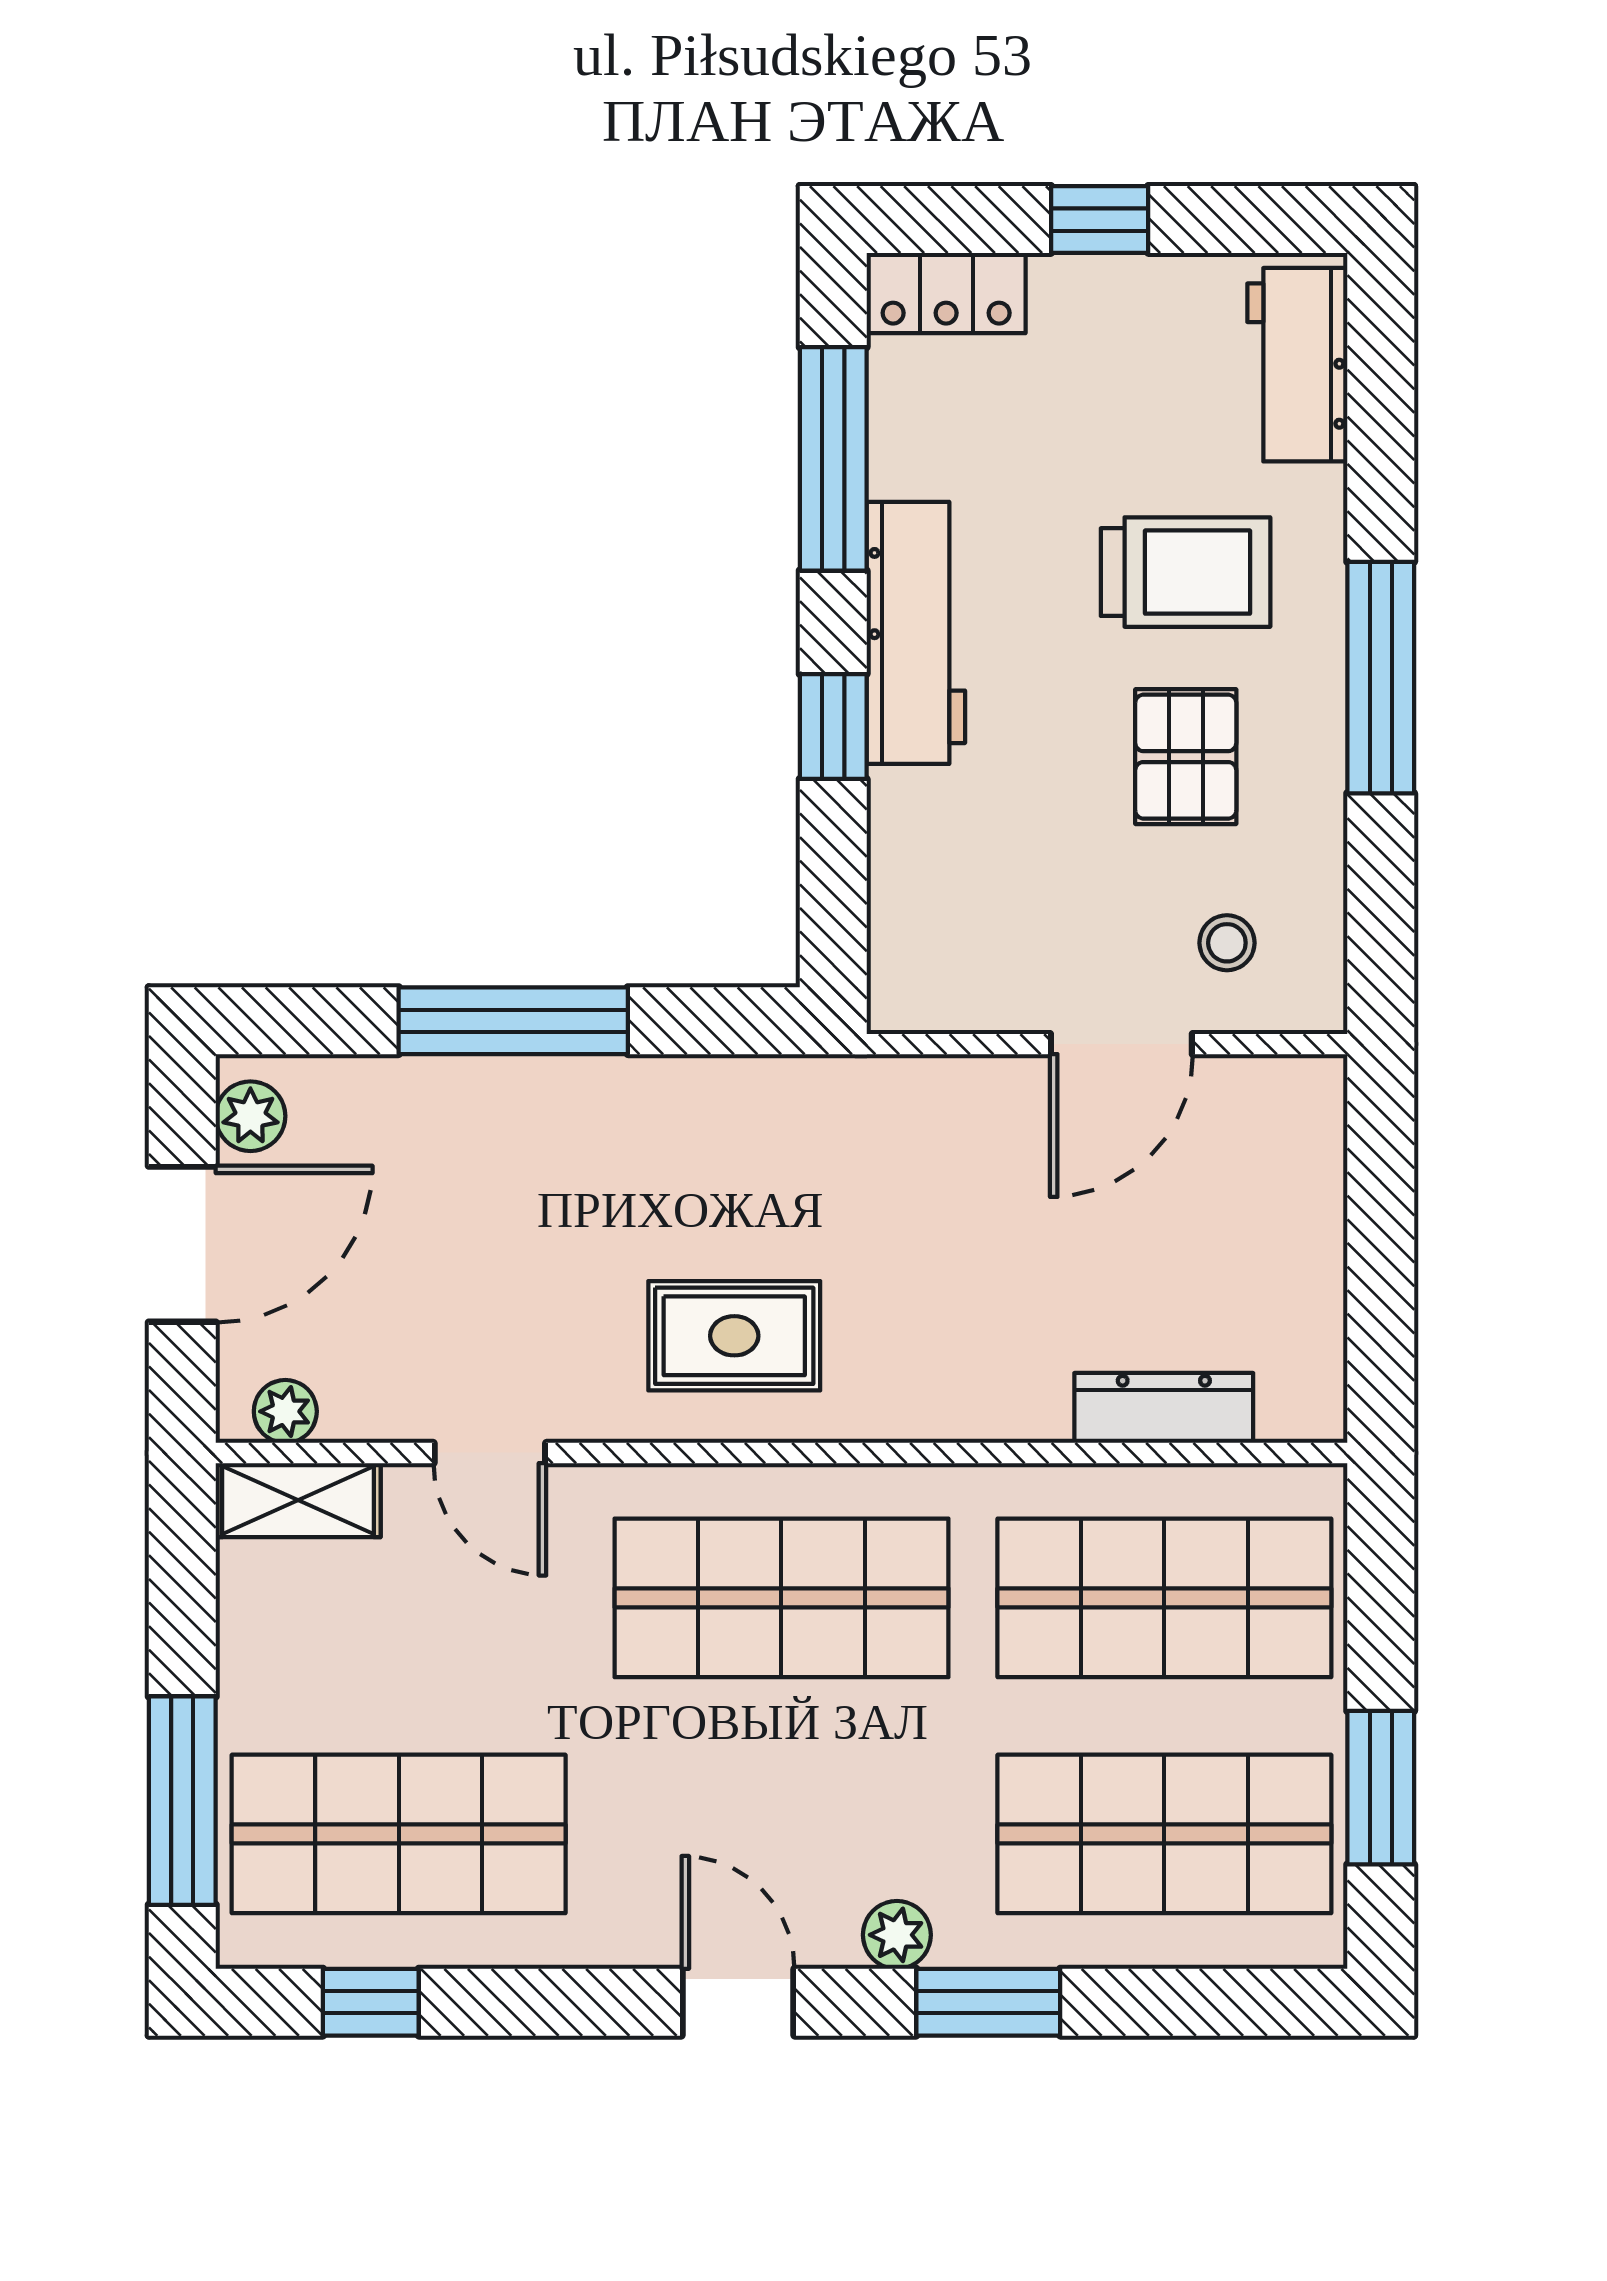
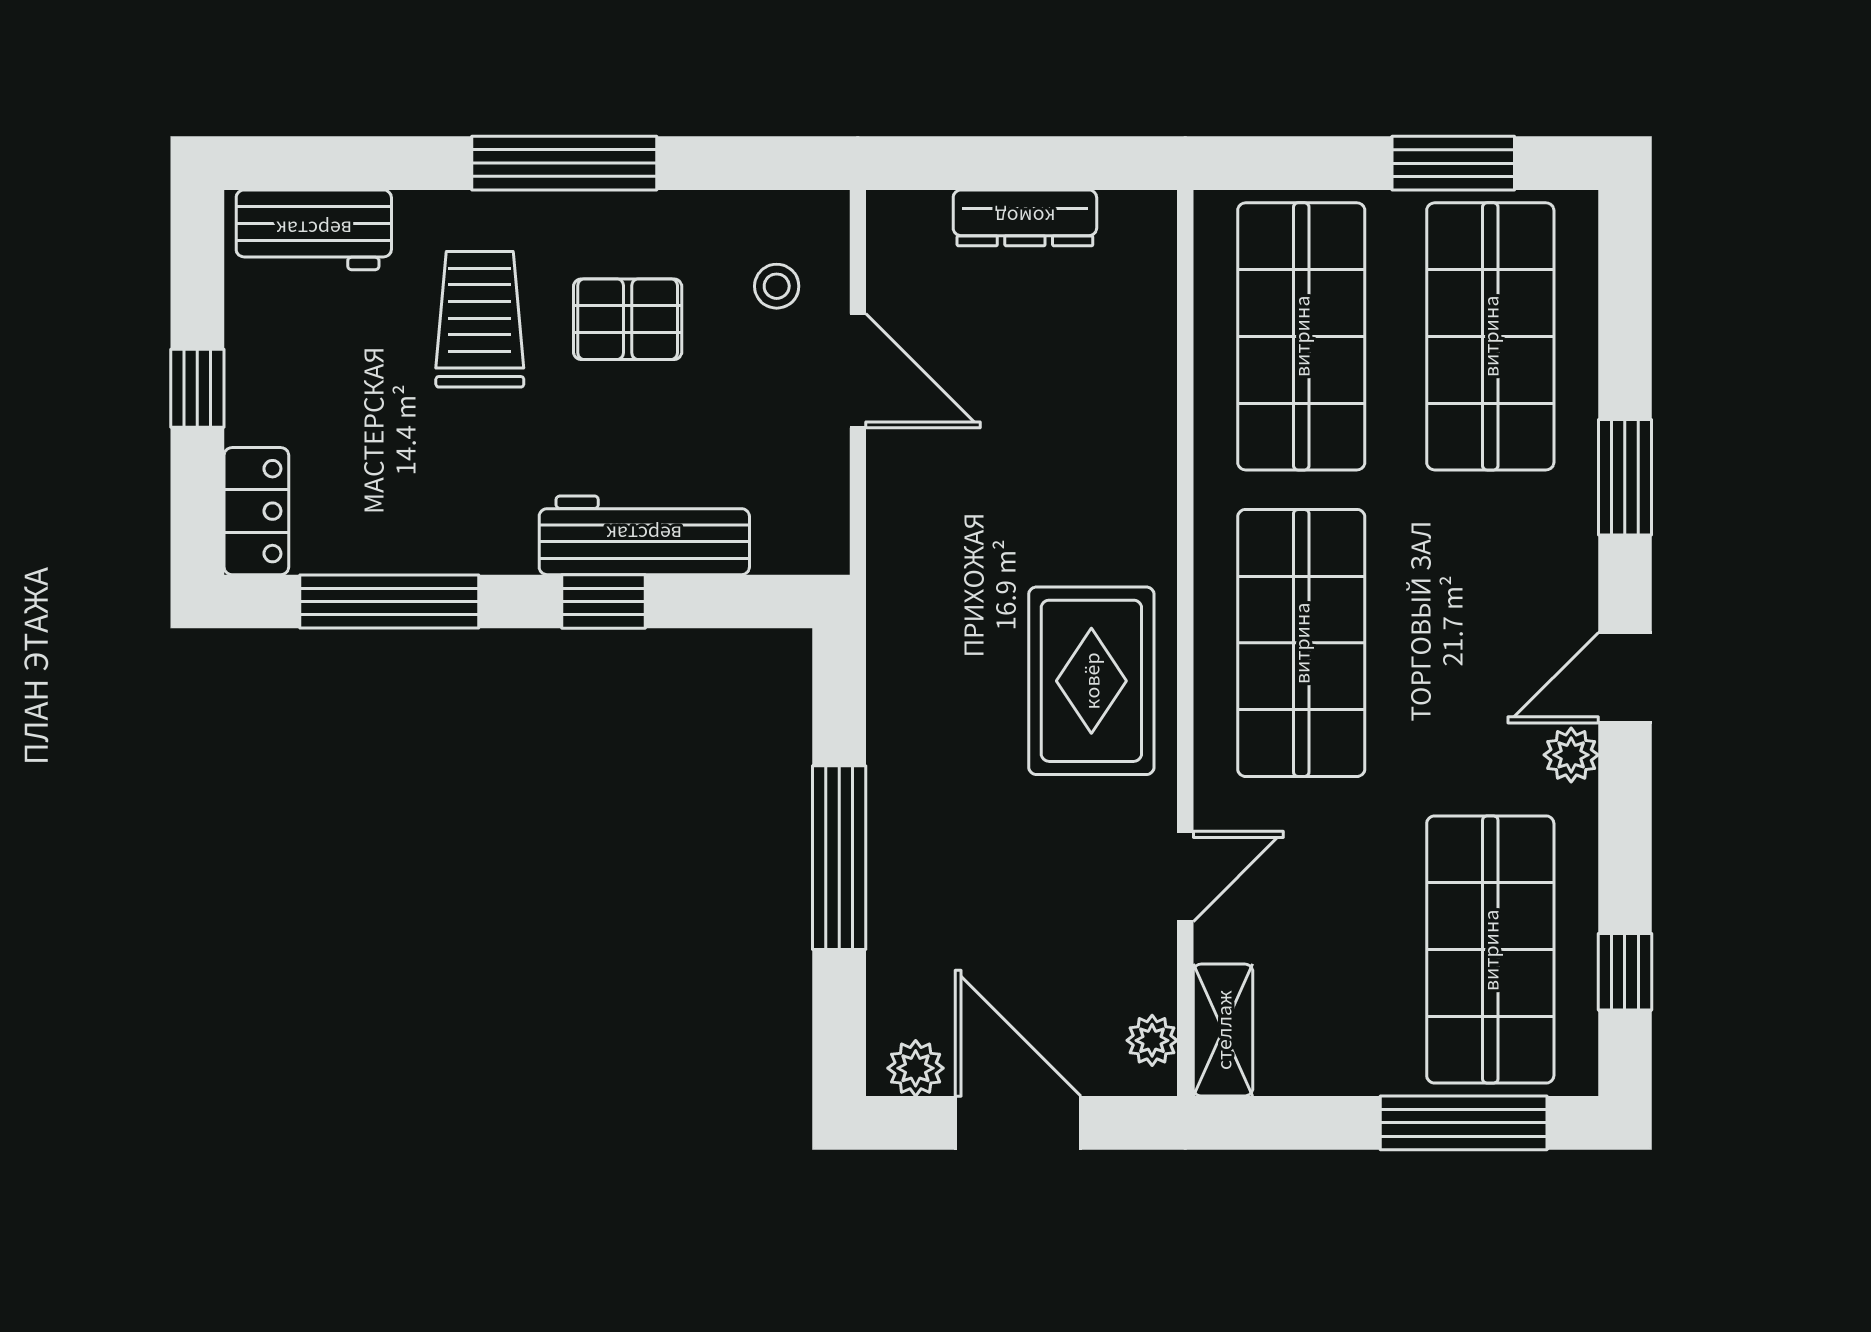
workbench: (916, 633) -> (644, 535), moved
rug: (734, 1336) -> (1091, 681), width x1.36, depth x1.43
dresser: (1164, 1408) -> (1025, 218), moved, turned -90
plant: (897, 1935) -> (1571, 755), moved

